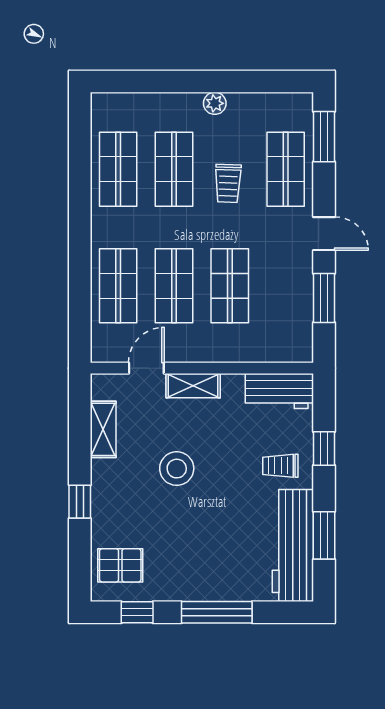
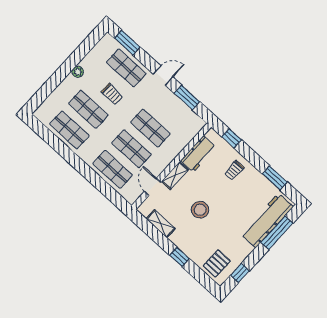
workbench: (279, 391) -> (198, 154), moved
window: (324, 449) -> (232, 138), moved
workbench: (293, 546) -> (267, 220), moved, turned 90
window: (217, 612) -> (277, 233), moved

